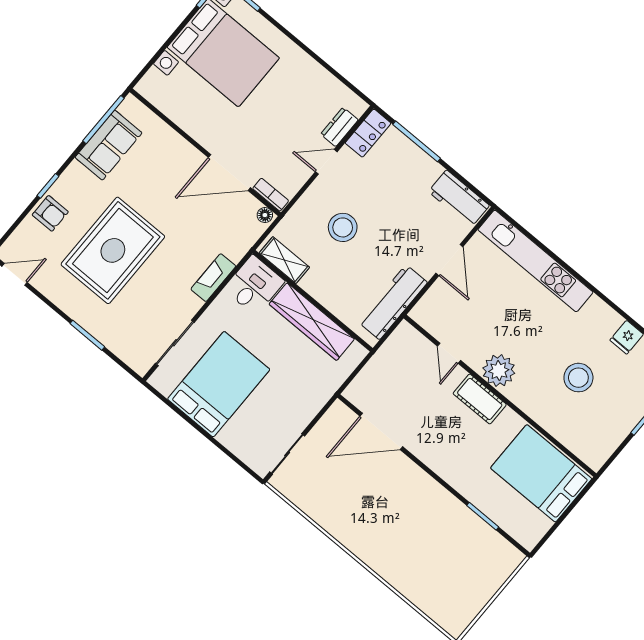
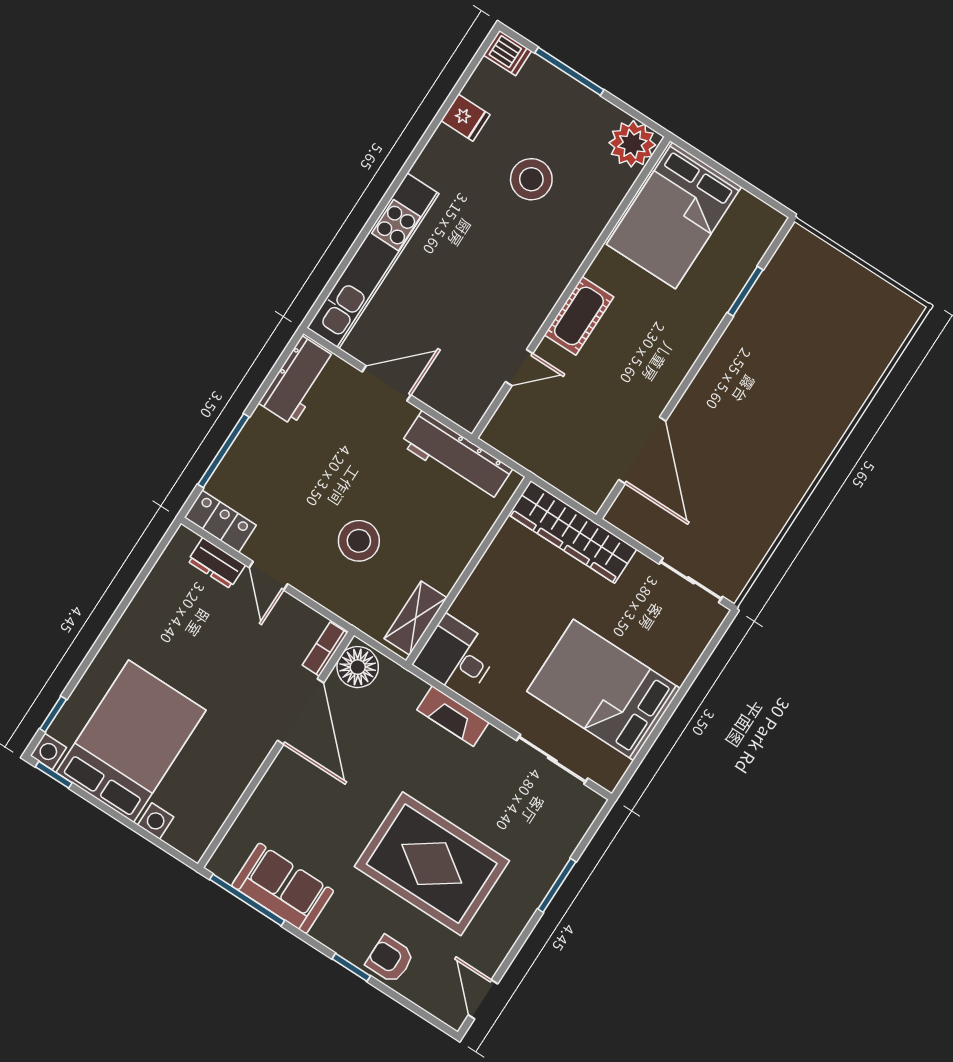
armchair: (50, 213) -> (390, 959), turned -90
floor lamp: (265, 215) -> (358, 667), width x1.89, depth x1.89
wardrobe: (312, 322) -> (573, 532), moved, turned 90
plant: (499, 371) -> (632, 144), moved

